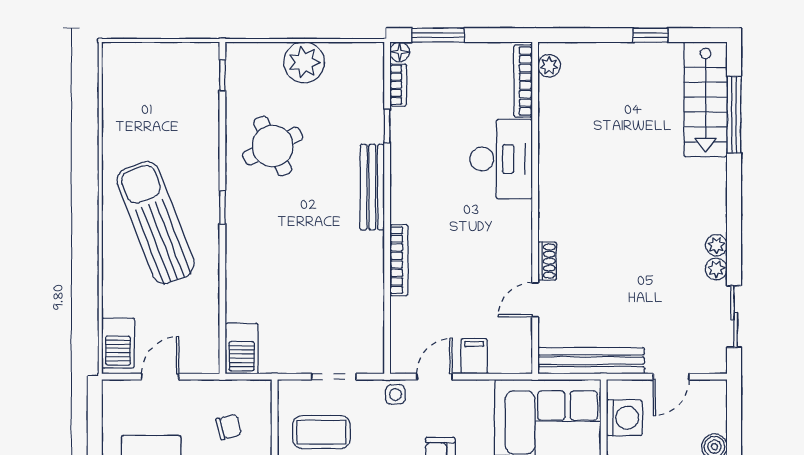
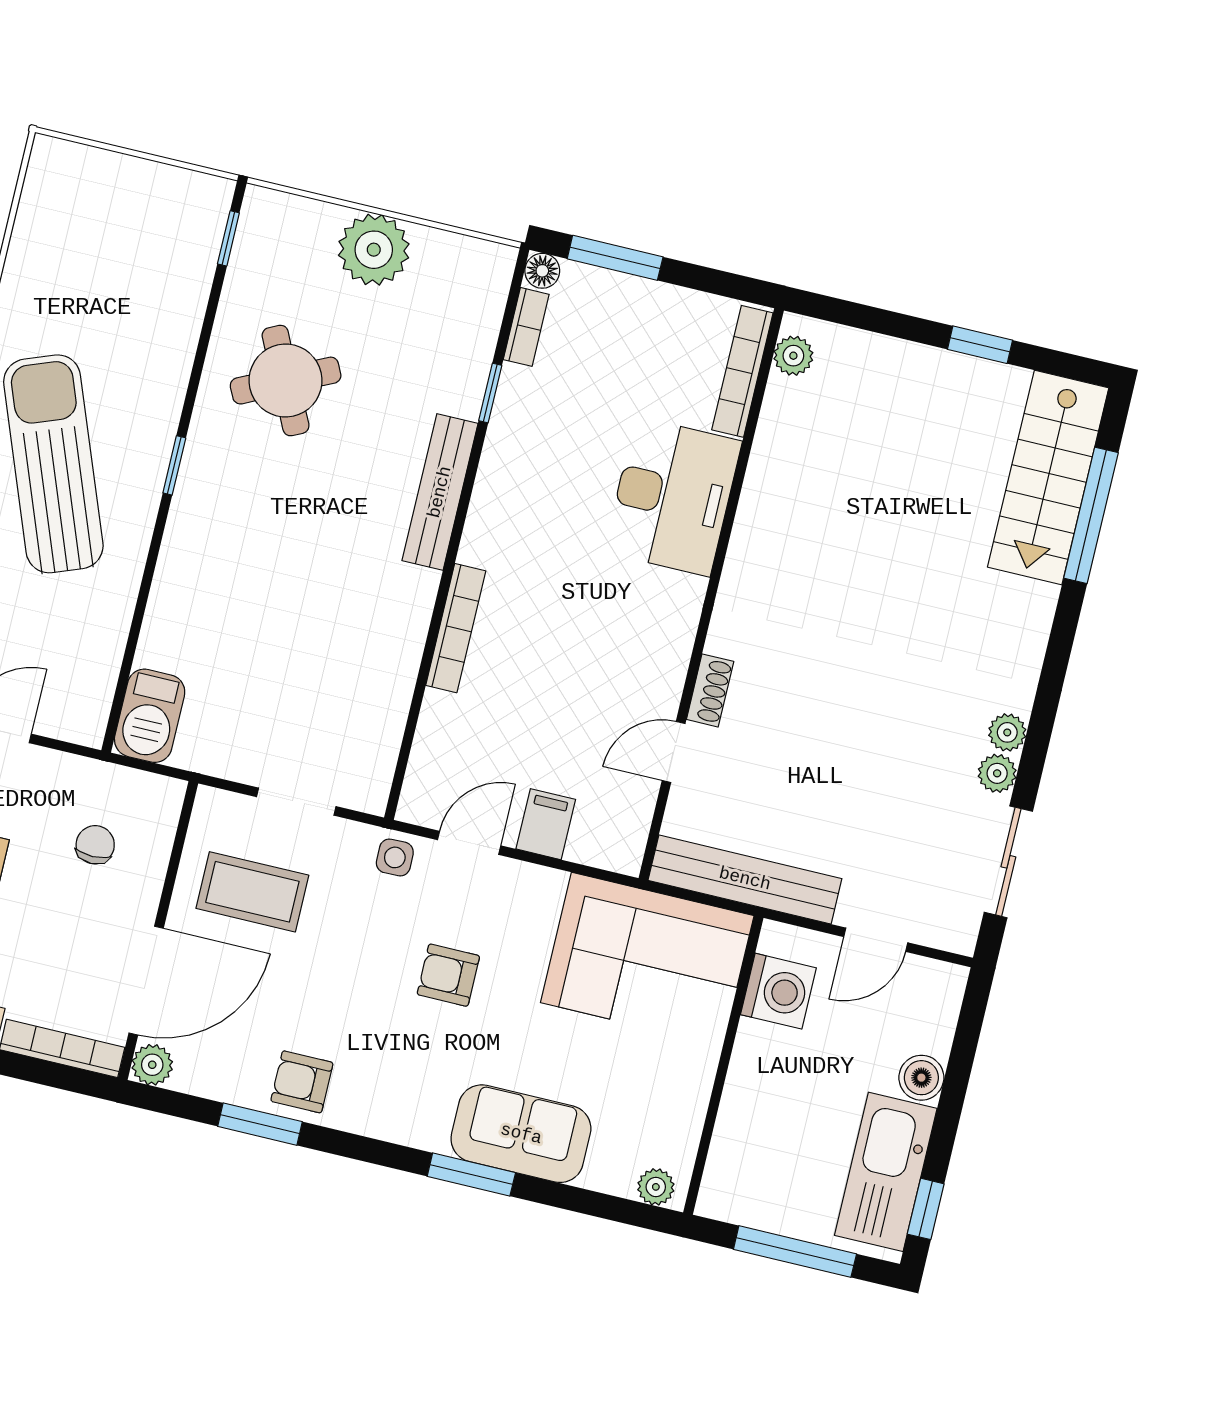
chair: (229, 427) -> (95, 845), turned -75

